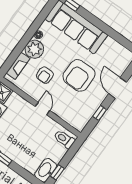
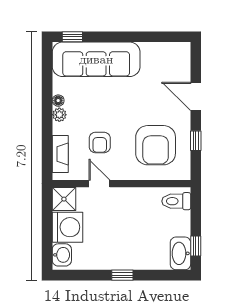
plant: (34, 49) -> (59, 115), width x0.53, depth x0.53
armchair: (79, 75) -> (156, 145), moved
door: (43, 109) -> (99, 184), moved

